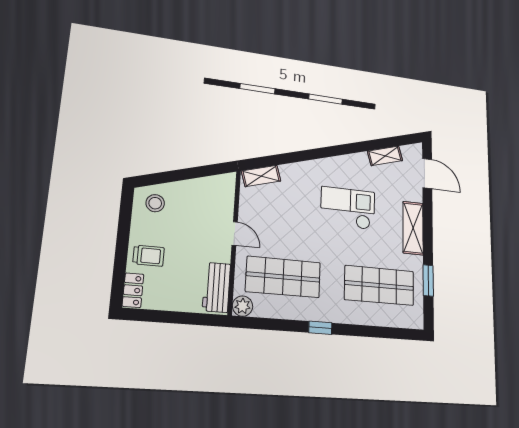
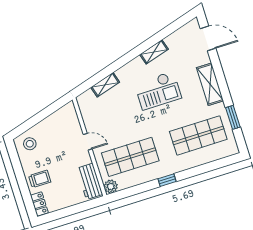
shelving: (385, 156) -> (154, 52), moved
shelving: (261, 176) -> (105, 85), moved
checkout: (348, 208) -> (158, 91), turned 180

